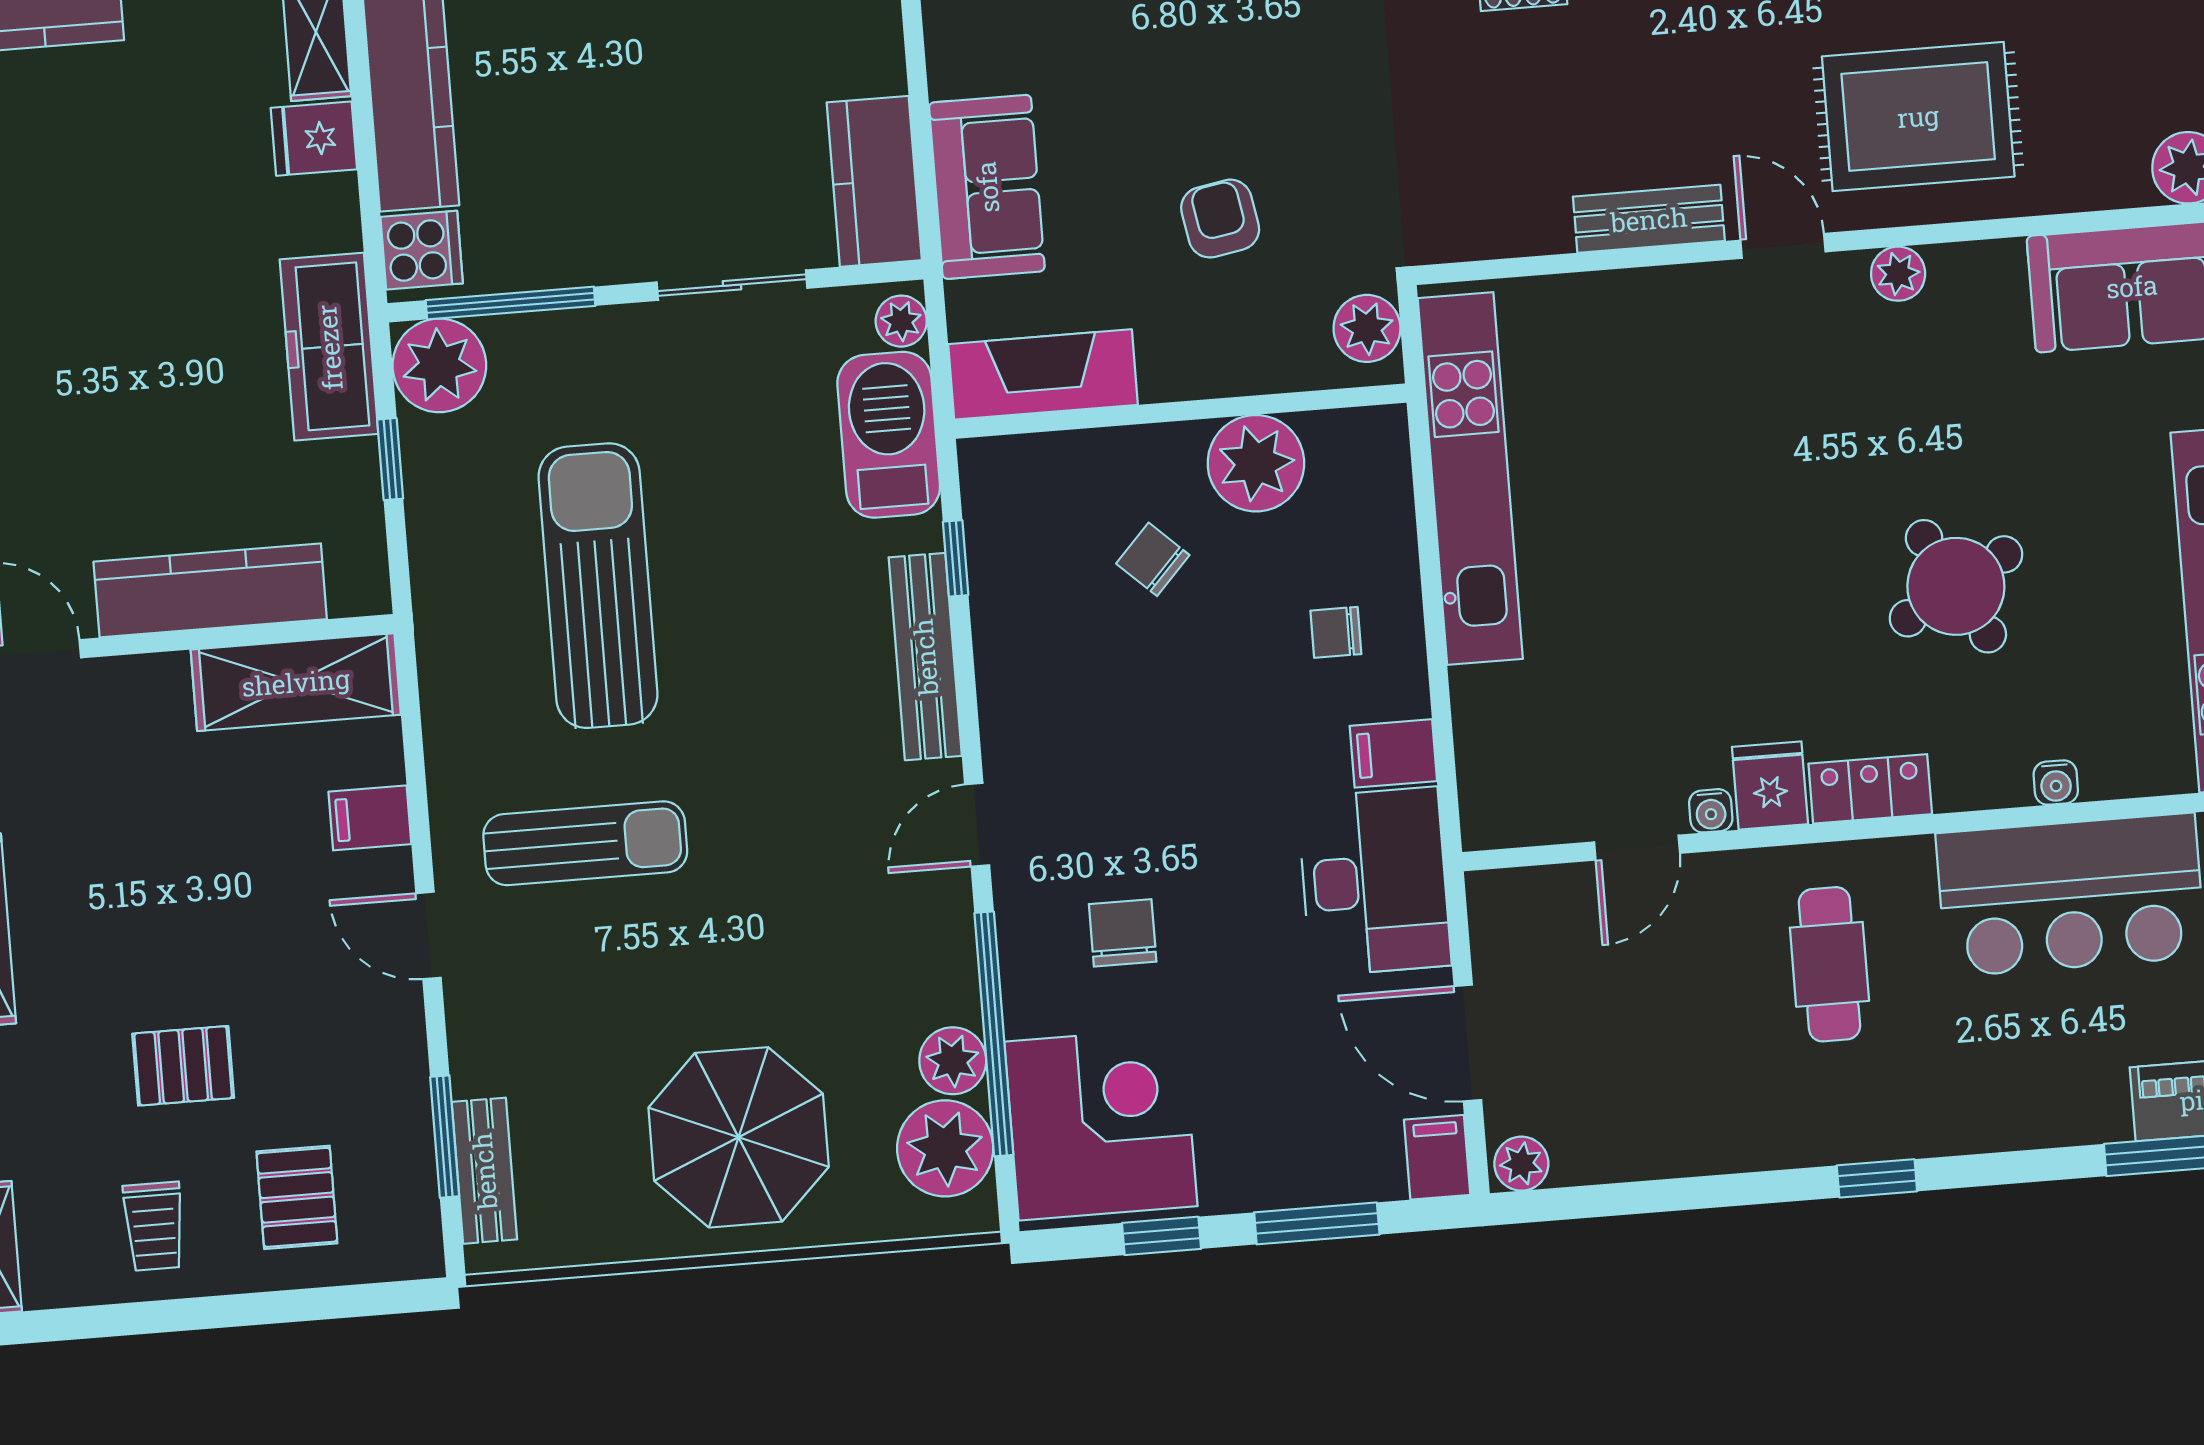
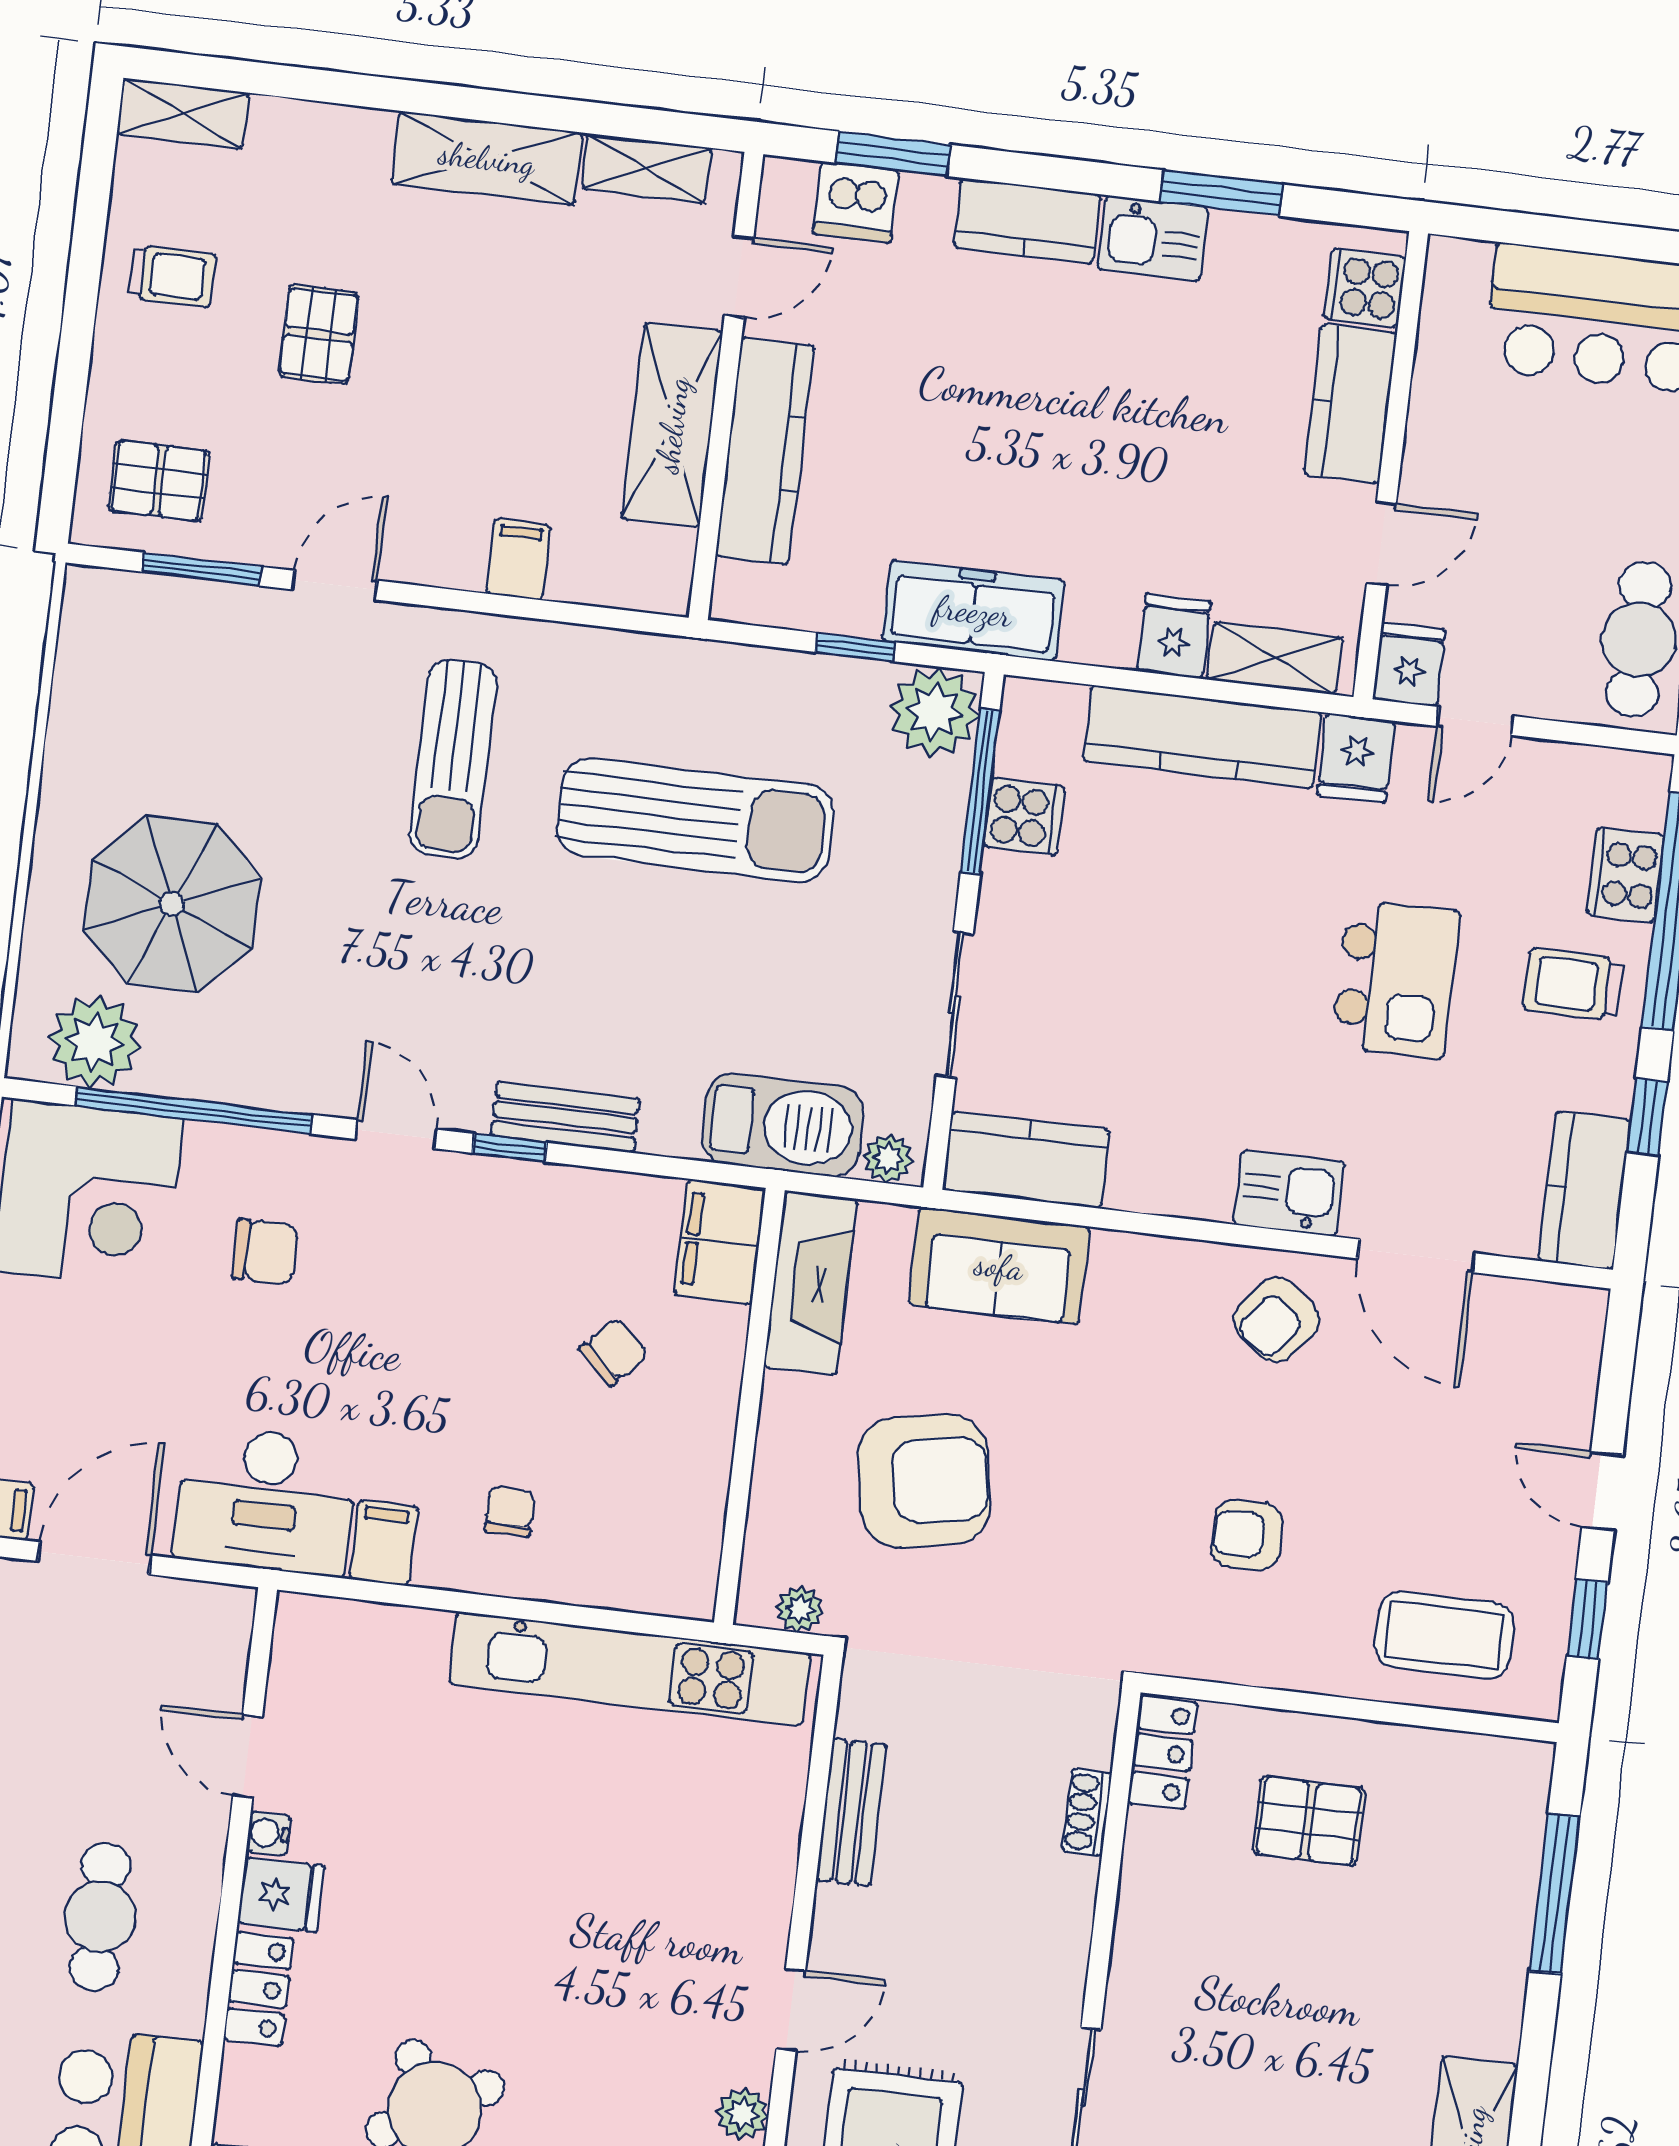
armchair: (1220, 219) -> (924, 1481), width x1.88, depth x1.88
bench: (1649, 219) -> (851, 1812), moved
cooker: (422, 250) -> (1024, 817), moved, turned -90
plant: (1367, 328) -> (800, 1609), width x0.73, depth x0.73
plant: (1256, 463) -> (685, 1468), removed
filing cabinet: (1020, 474) -> (720, 1242), added
window: (956, 558) -> (510, 1148), moved
bench: (925, 657) -> (565, 1117), width x0.73
shelving: (296, 682) -> (672, 425), moved
door: (428, 935) -> (335, 585), moved
cafe table: (1829, 964) -> (100, 1917), turned 90
plant: (953, 1061) -> (176, 1066), removed
parasol: (739, 1137) -> (172, 904), moved
bench: (484, 1171) -> (162, 600), removed
pallet: (297, 1197) -> (159, 481), moved
trolley: (154, 1226) -> (172, 276), turned 180

